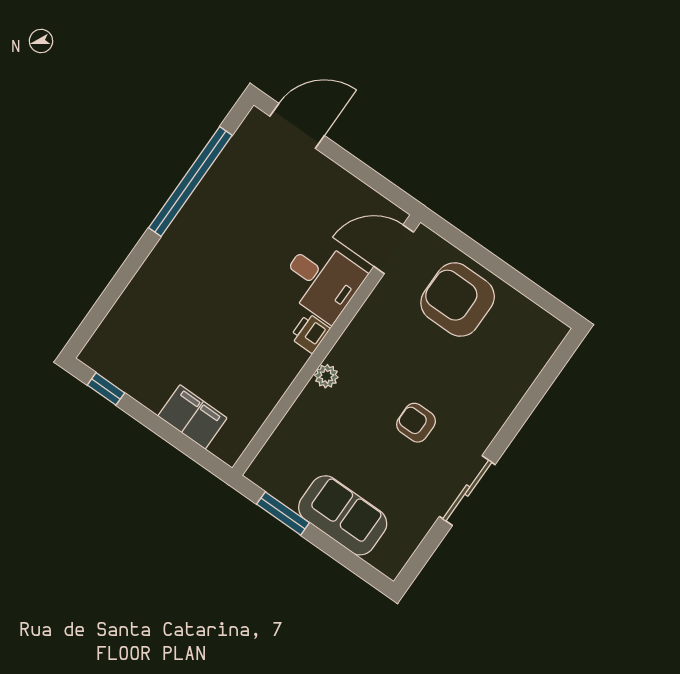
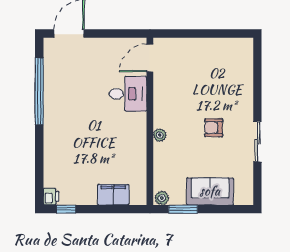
armchair: (458, 300) -> (194, 60), removed
printer: (310, 333) -> (51, 197), moved, turned 180
plant: (263, 474) -> (162, 198), added

